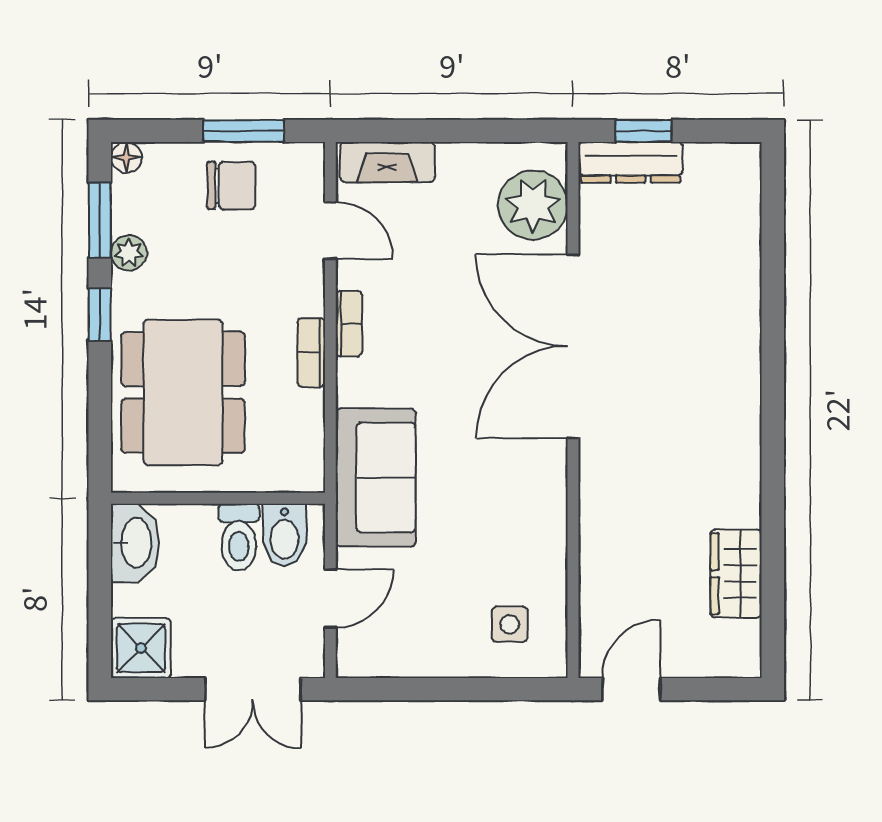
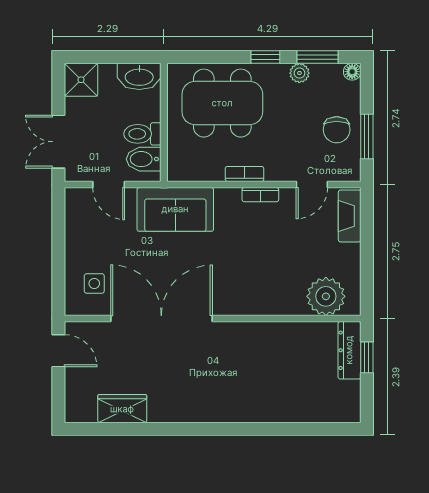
double door: (573, 346) -> (161, 318), moved

